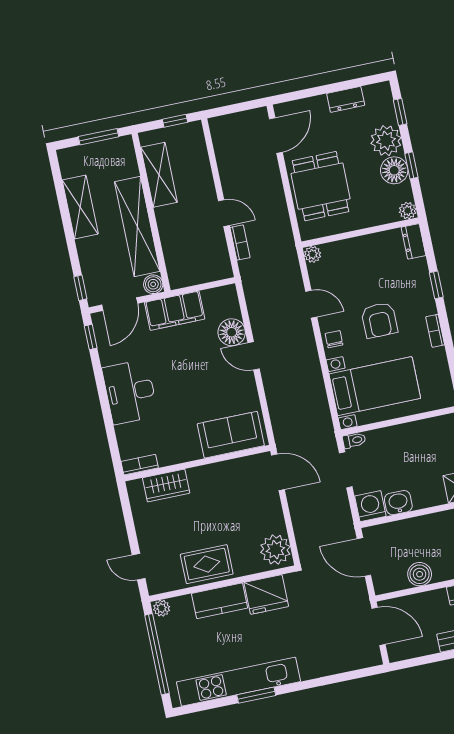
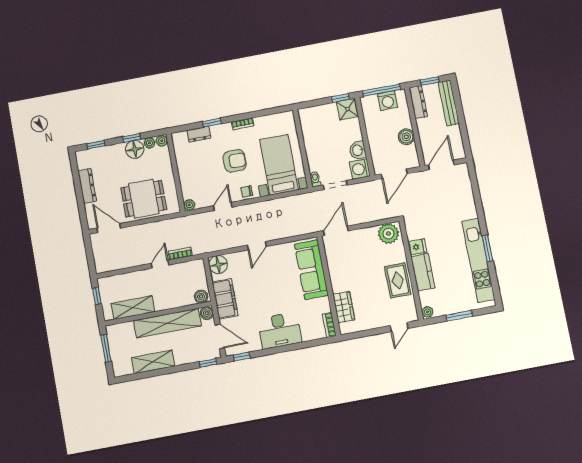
dresser: (346, 99) -> (87, 186), width x1.44
plant: (386, 141) -> (150, 143), moved, width x0.53, depth x0.53
dresser: (413, 241) -> (199, 134), moved
boiler: (177, 275) -> (201, 297), added
floor lamp: (232, 332) -> (218, 265), moved
sofa: (231, 435) -> (311, 270), width x1.36
fridge: (266, 594) -> (417, 247), width x0.53, depth x0.75
window: (157, 654) -> (459, 316), width x0.47

